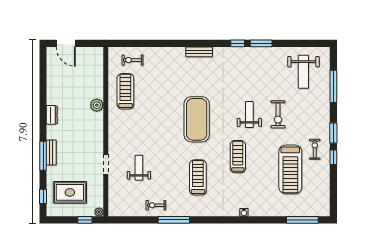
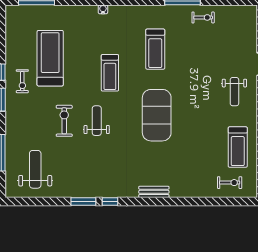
weight bench: (249, 115) -> (97, 121), turned 180
weight bench: (139, 168) -> (234, 92), moved

